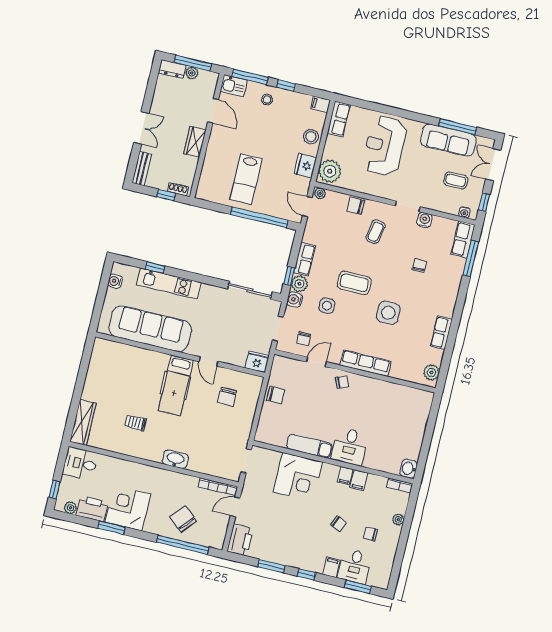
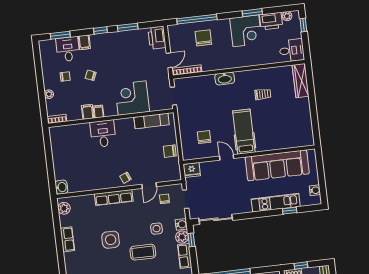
exam couch: (309, 446) -> (152, 121), moved
washbasin: (409, 469) -> (61, 187), moved
chair: (183, 519) -> (203, 38), turned -131

